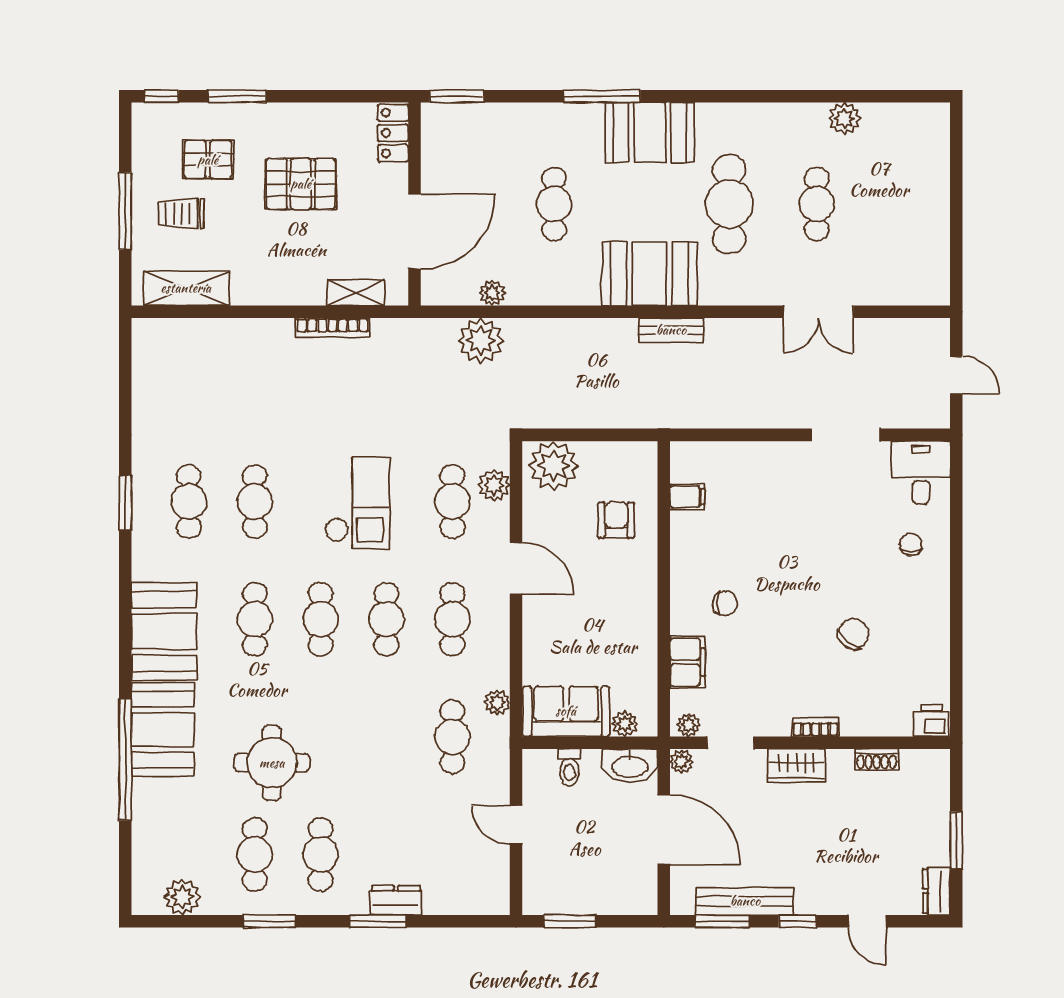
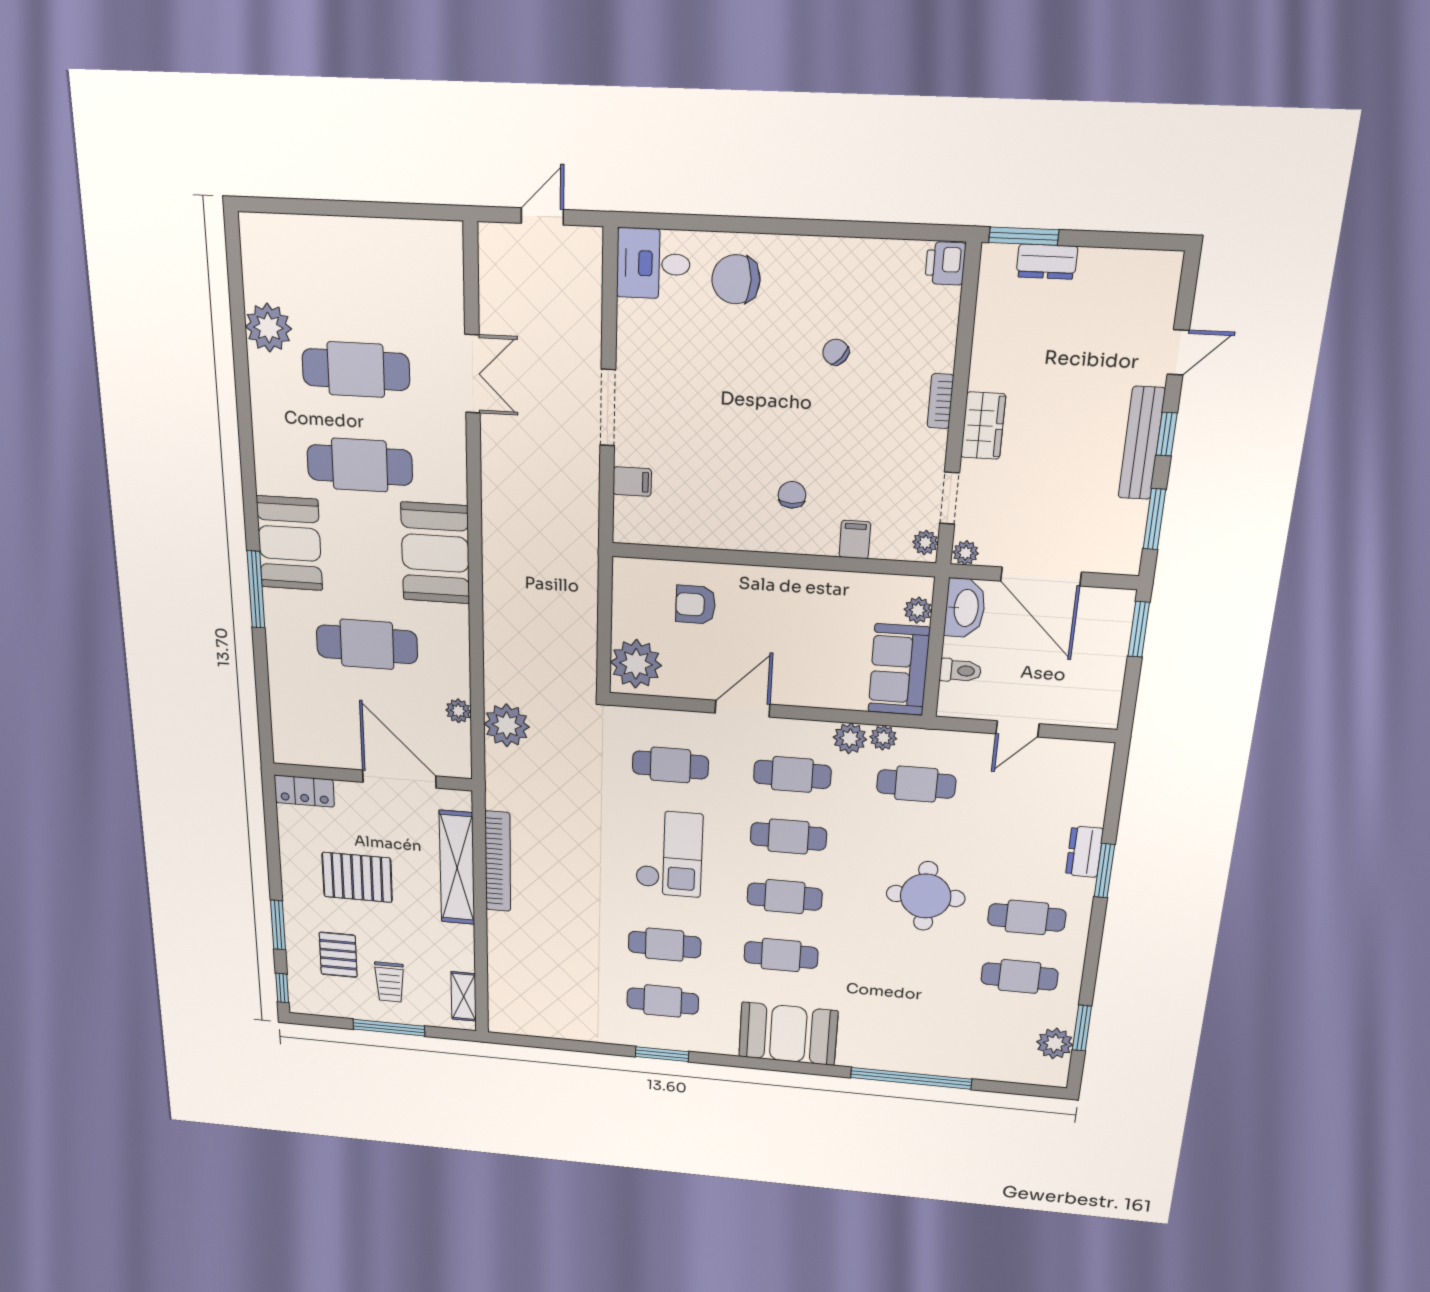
window: (457, 96) -> (265, 729), removed
plant: (844, 118) -> (268, 328), width x1.36, depth x1.36
pallet: (301, 184) -> (357, 877), turned 90
cafe table: (554, 204) -> (367, 644), width x1.37, depth x1.35
cafe table: (817, 204) -> (356, 370), width x1.37, depth x1.35
shelving: (186, 288) -> (464, 996), width x0.67, depth x0.75
shelving: (356, 293) -> (457, 868), width x2.20, depth x1.33
bookcase: (333, 327) -> (498, 861), width x1.48, depth x1.31
bench: (671, 330) -> (494, 535), removed
doorway: (846, 435) -> (608, 408), moved
plant: (494, 485) -> (850, 738), moved
filing cabinet: (687, 497) -> (632, 482), moved, turned 90
checkout: (357, 503) -> (669, 854), turned 90
chair: (911, 545) -> (736, 279), width x1.87, depth x1.87
chair: (853, 634) -> (836, 352), width x0.73, depth x0.73
filing cabinet: (687, 662) -> (855, 540), width x0.50
booth: (163, 730) -> (885, 1044), removed
shoe rack: (877, 759) -> (985, 332), removed
round table: (272, 763) -> (926, 896), moved
door: (664, 830) -> (1041, 577), swing flipped
window: (956, 840) -> (1024, 236), moved
dresser: (937, 891) -> (1047, 262), moved
bench: (745, 901) -> (1142, 443), moved
window: (269, 921) -> (1082, 1028), moved
window: (570, 921) -> (1139, 629), moved

